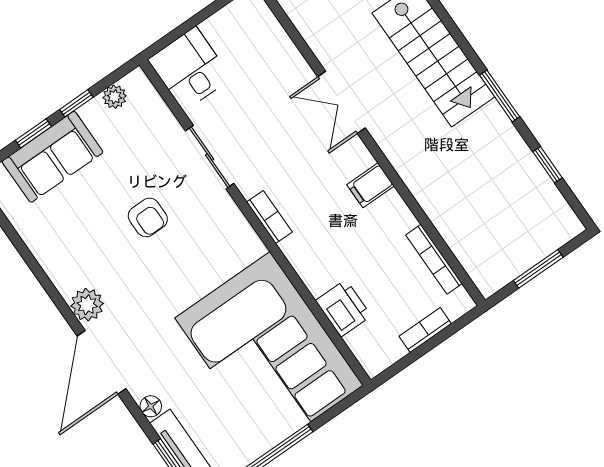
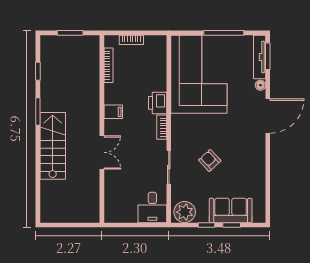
plant: (115, 97) -> (185, 212), width x1.88, depth x1.88
armchair: (148, 217) -> (210, 160), turned -43
plant: (87, 305) -> (258, 143), removed
printer: (343, 308) -> (158, 103), moved

